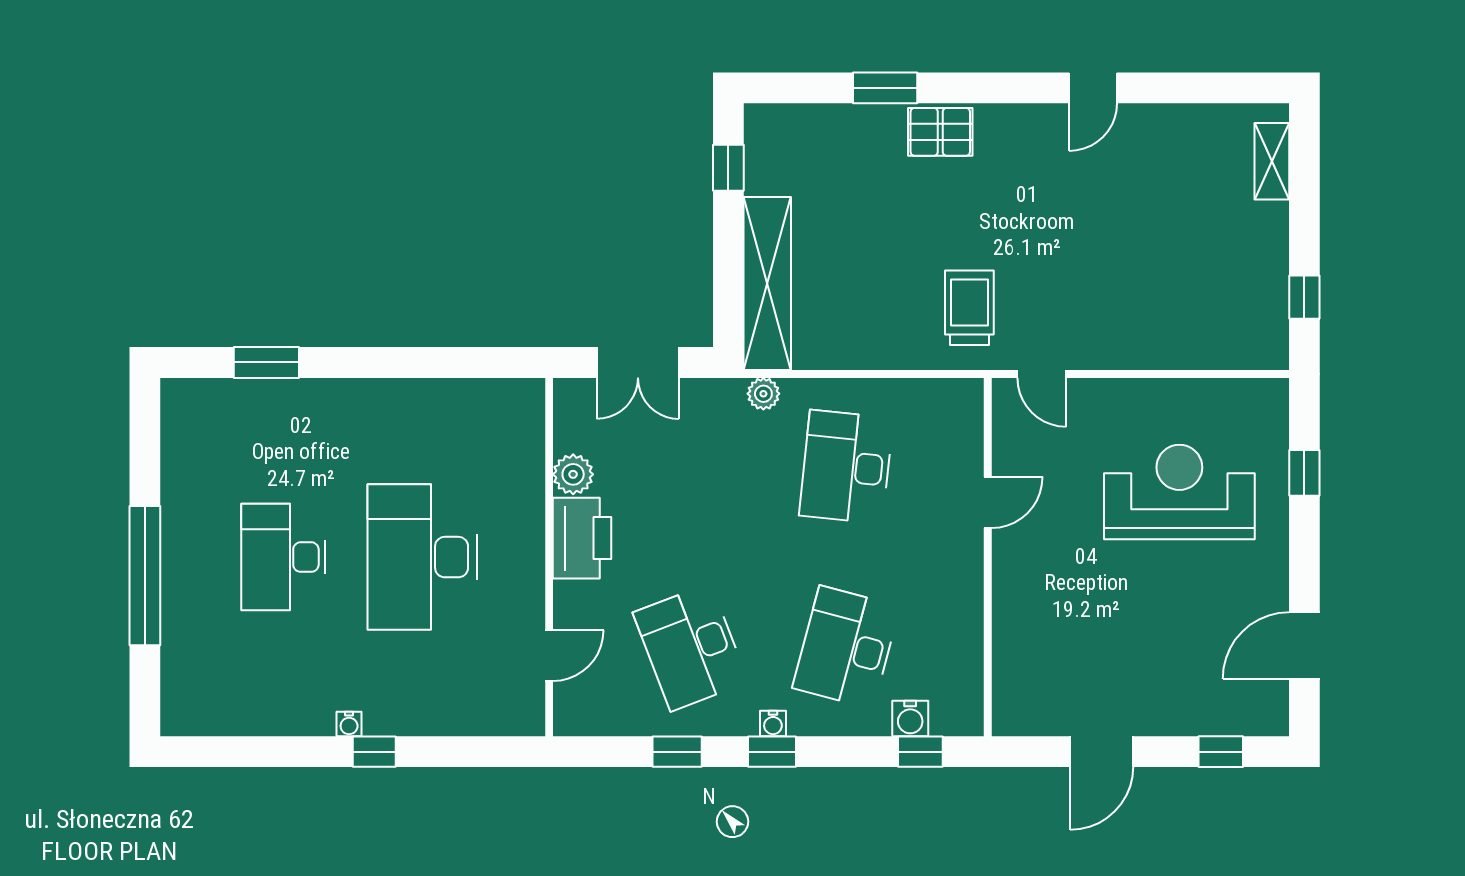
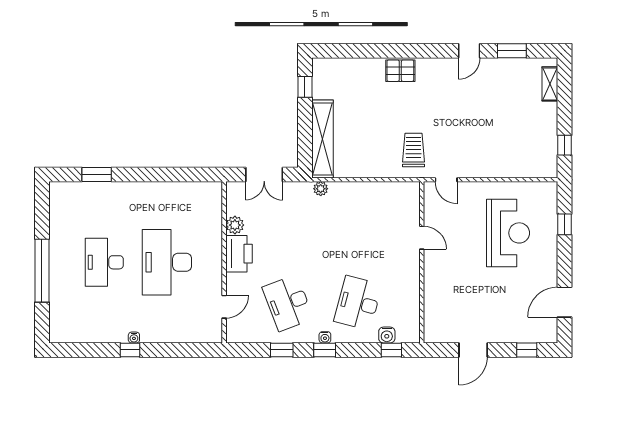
window: (885, 88) -> (512, 51), moved
desk: (846, 467) -> (358, 222), removed
reception desk: (1179, 492) -> (508, 233), turned 90
door: (988, 502) -> (422, 238), hinge flipped
window: (374, 752) -> (130, 350), moved

